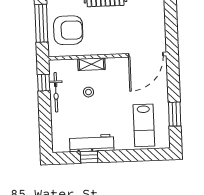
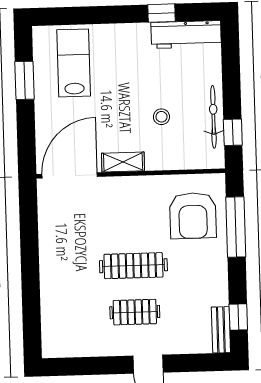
armchair: (68, 30) -> (193, 216), turned -90
shelving: (91, 64) -> (123, 162), moved
workbench: (92, 143) -> (186, 34), moved

